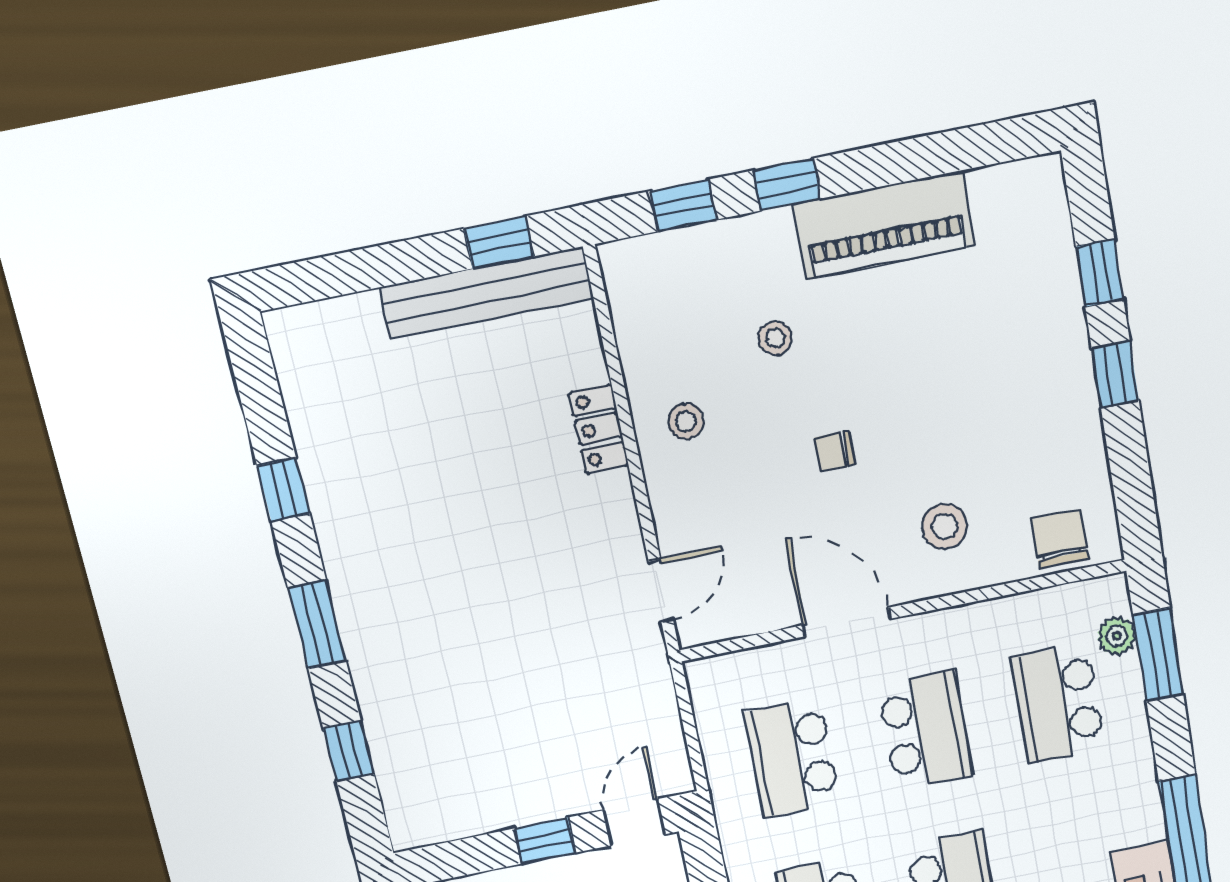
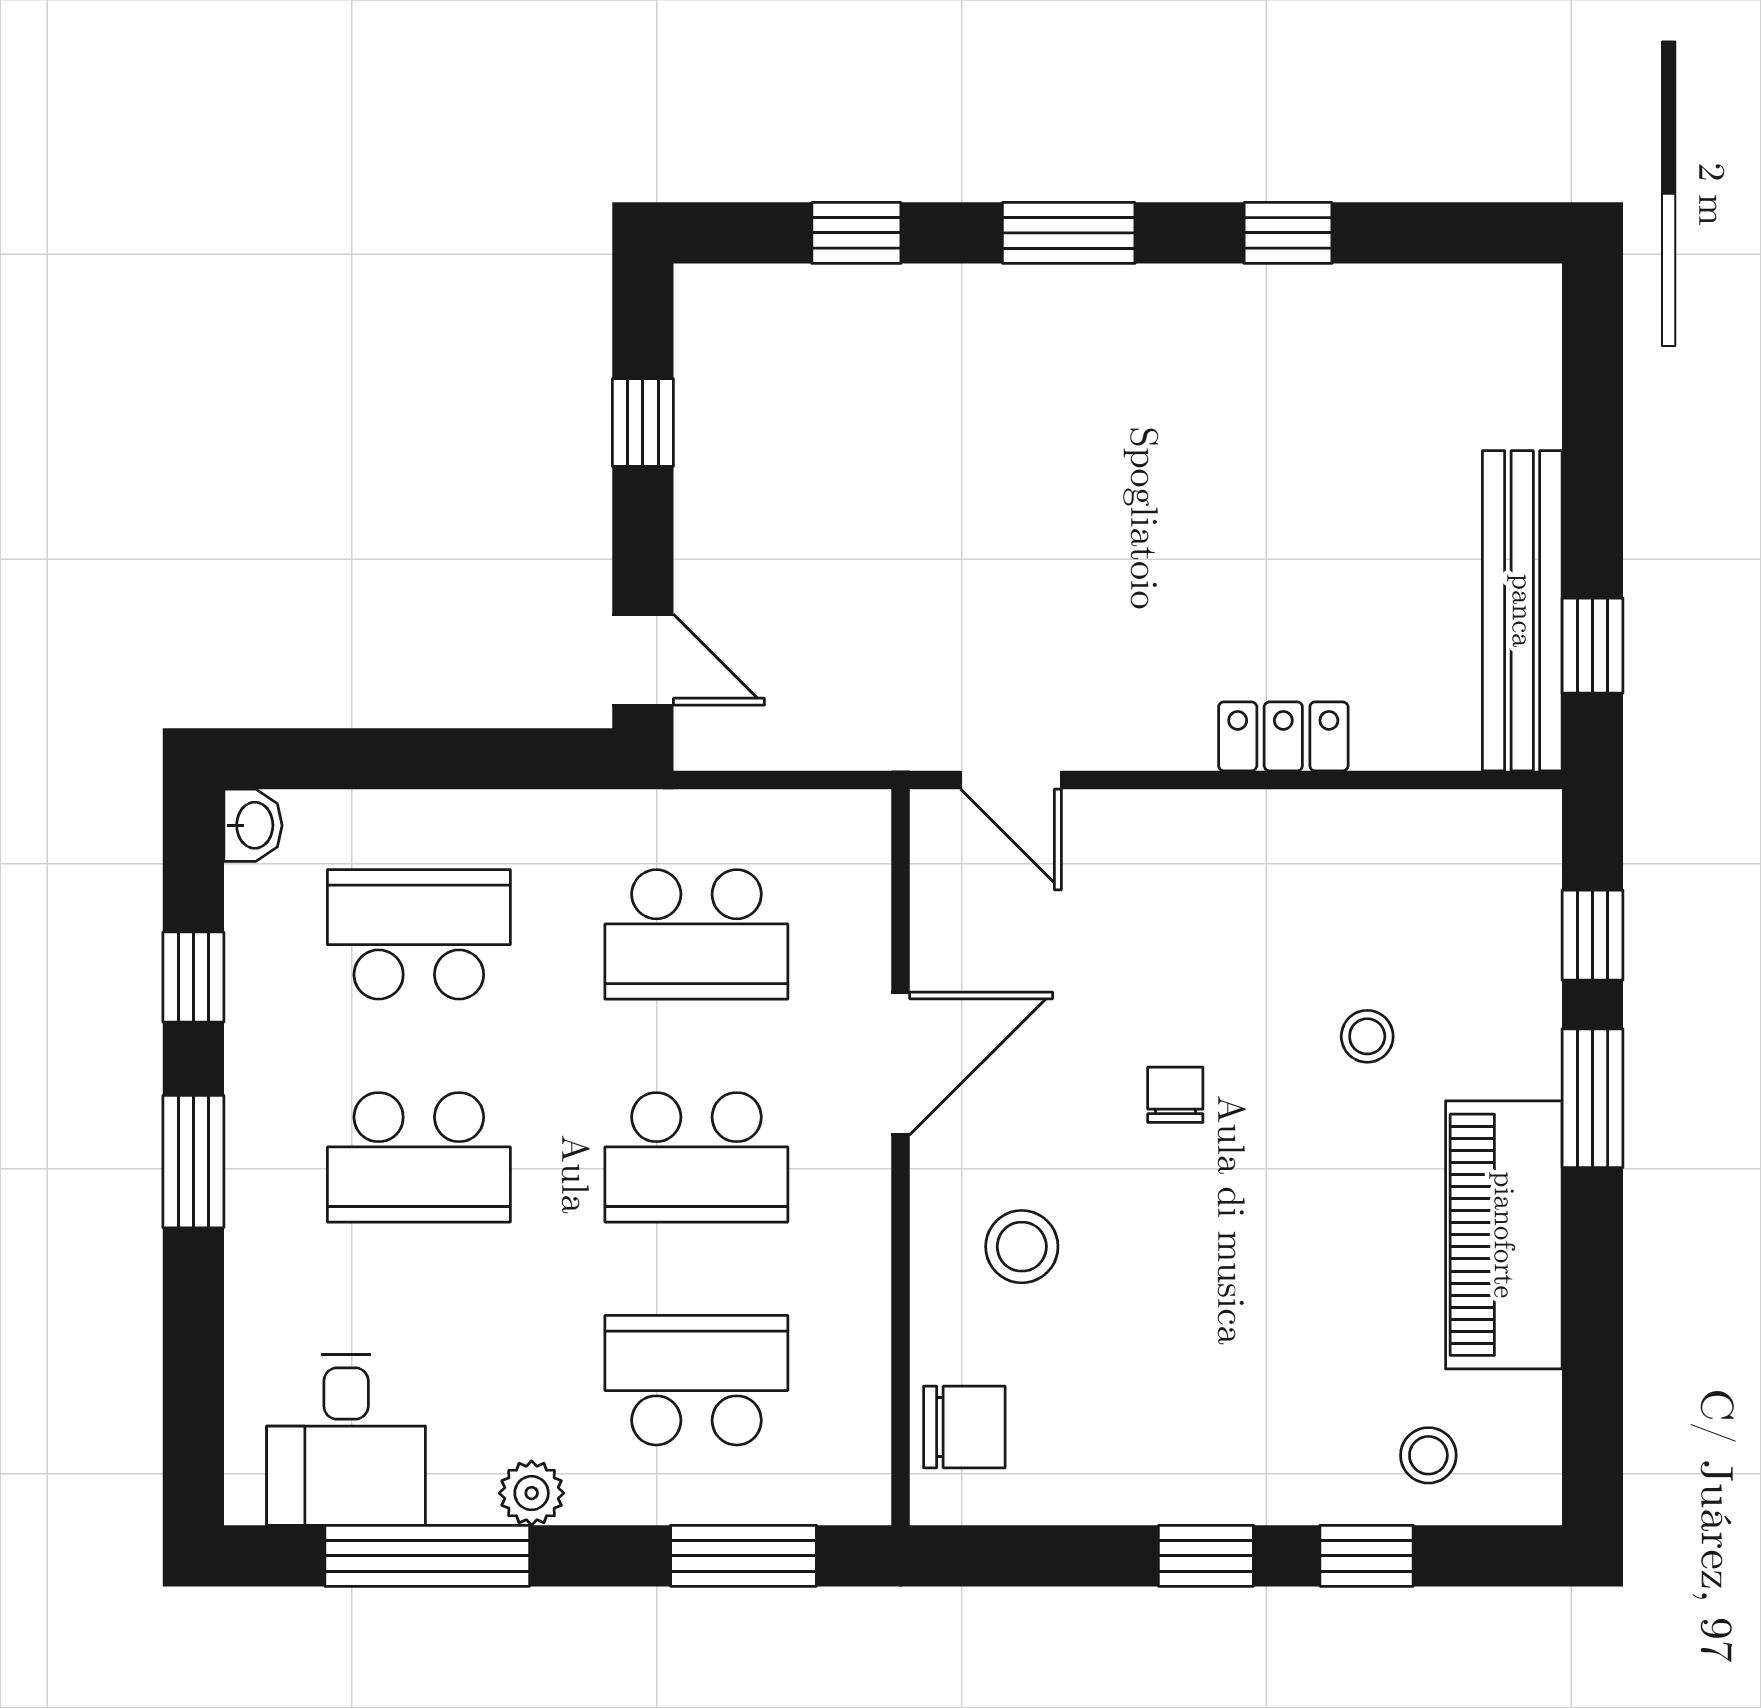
window: (787, 185) -> (1592, 1098), width x1.50
stool: (686, 422) -> (1428, 1455), moved
plant: (1117, 636) -> (532, 1493), moved
school desk: (792, 758) -> (696, 934), turned 180
window: (545, 841) -> (643, 422), moved

